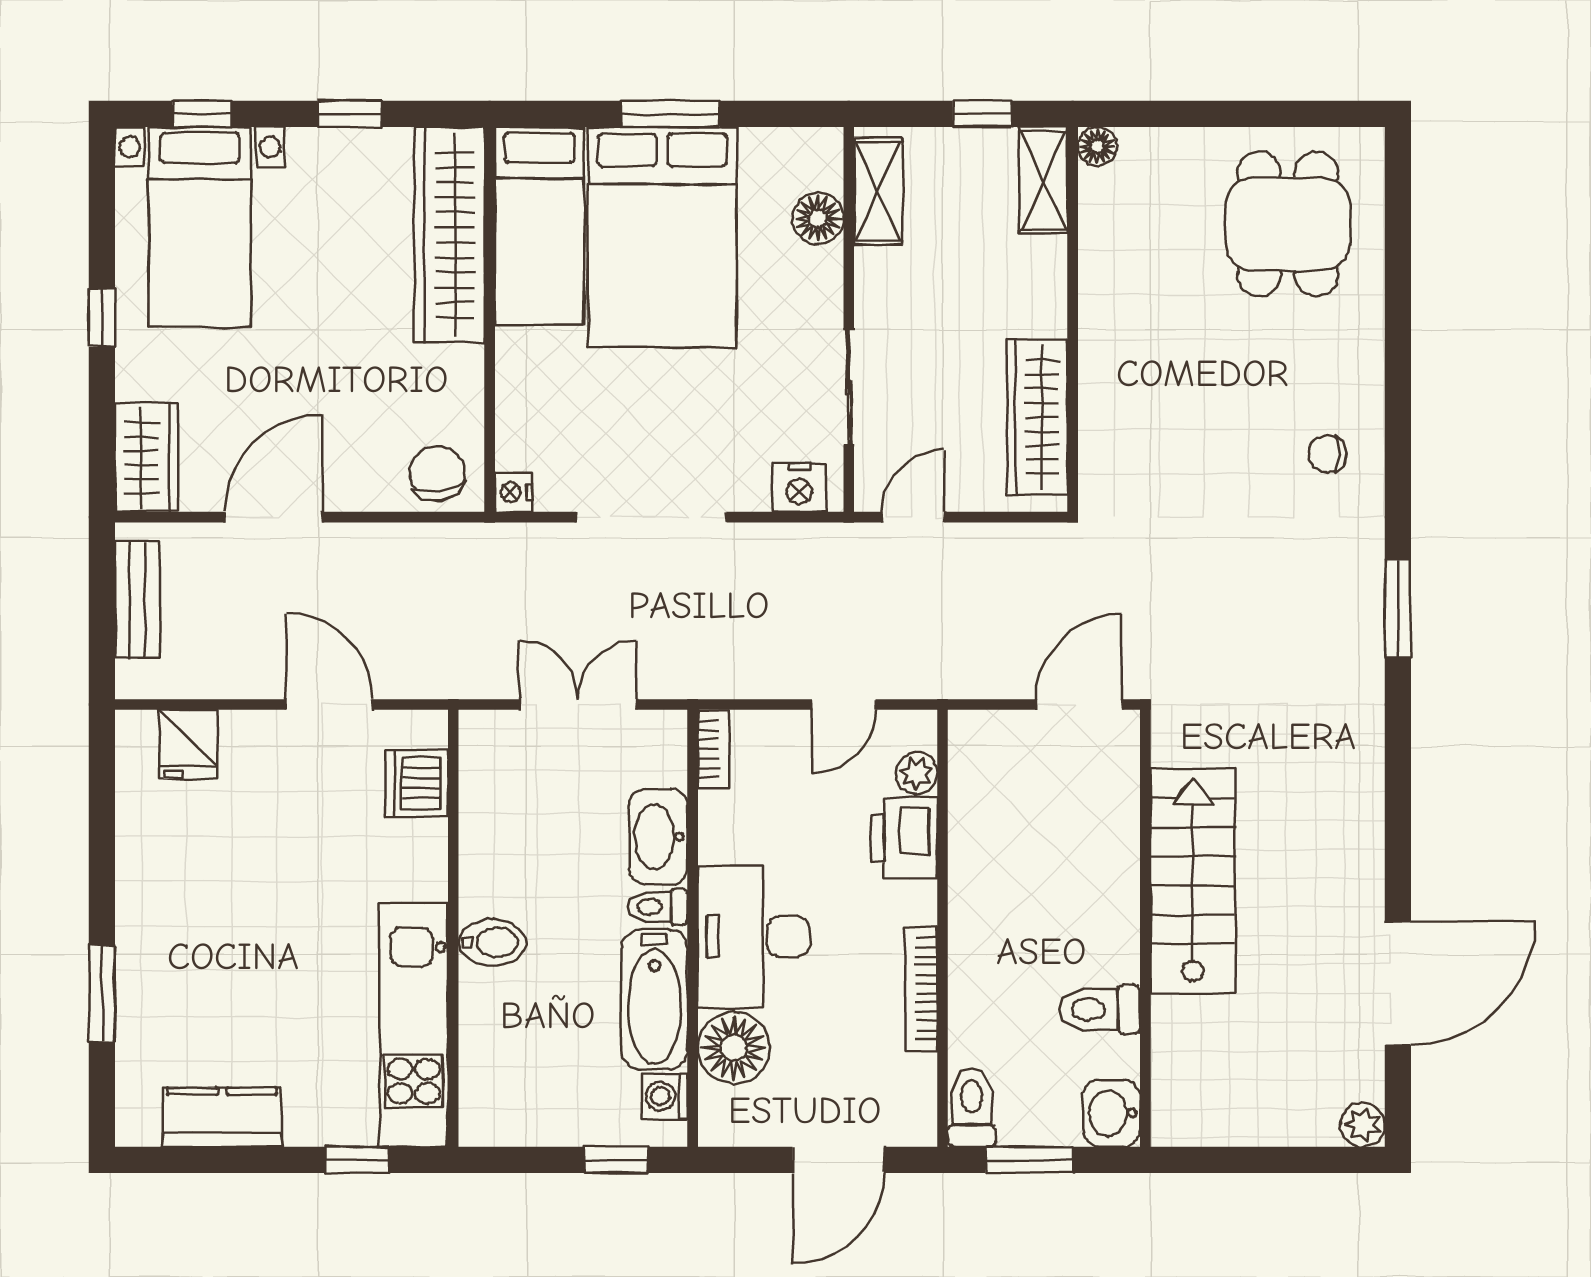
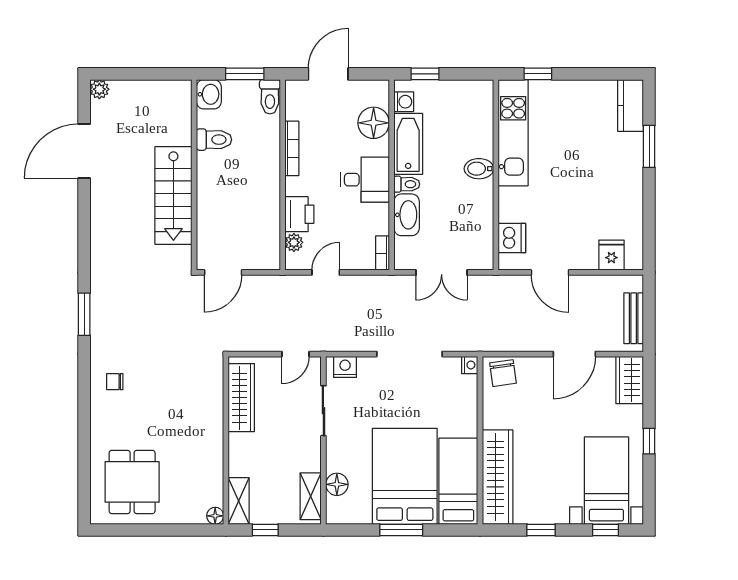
chair: (1327, 454) -> (115, 382), turned 180
desk: (754, 937) -> (365, 180), width x0.73
kitchen counter: (222, 1117) -> (630, 105), moved, turned 90

